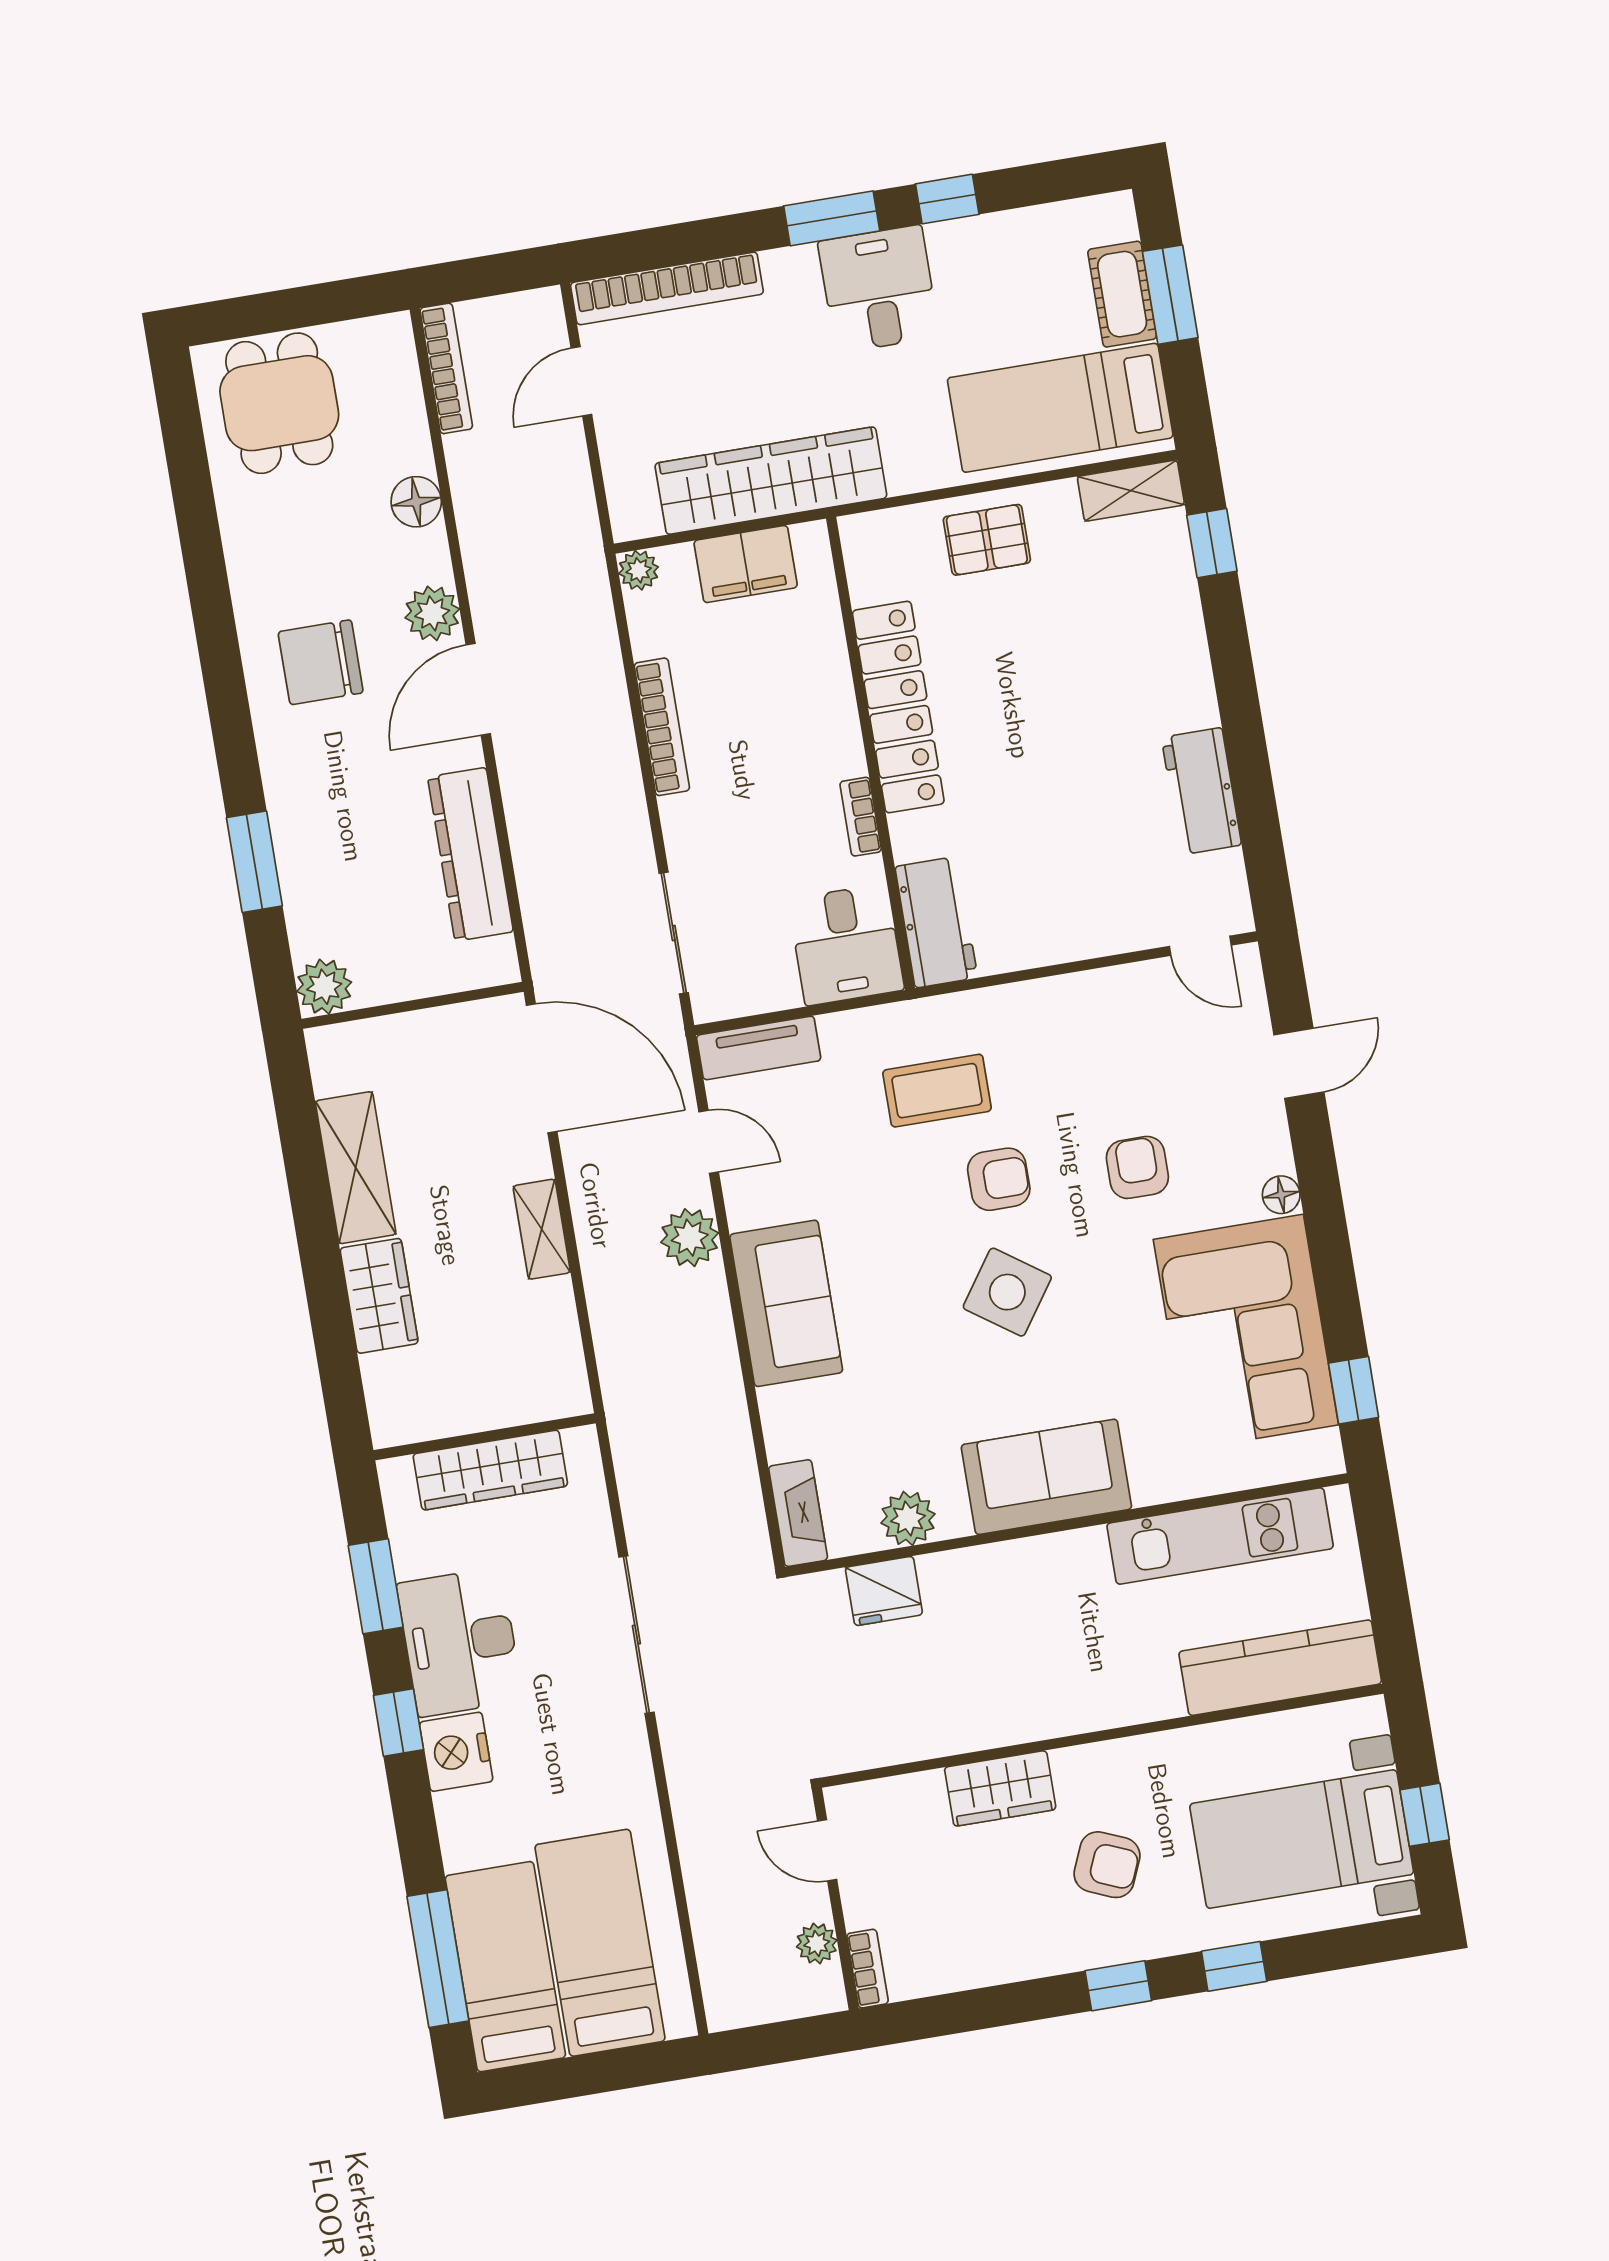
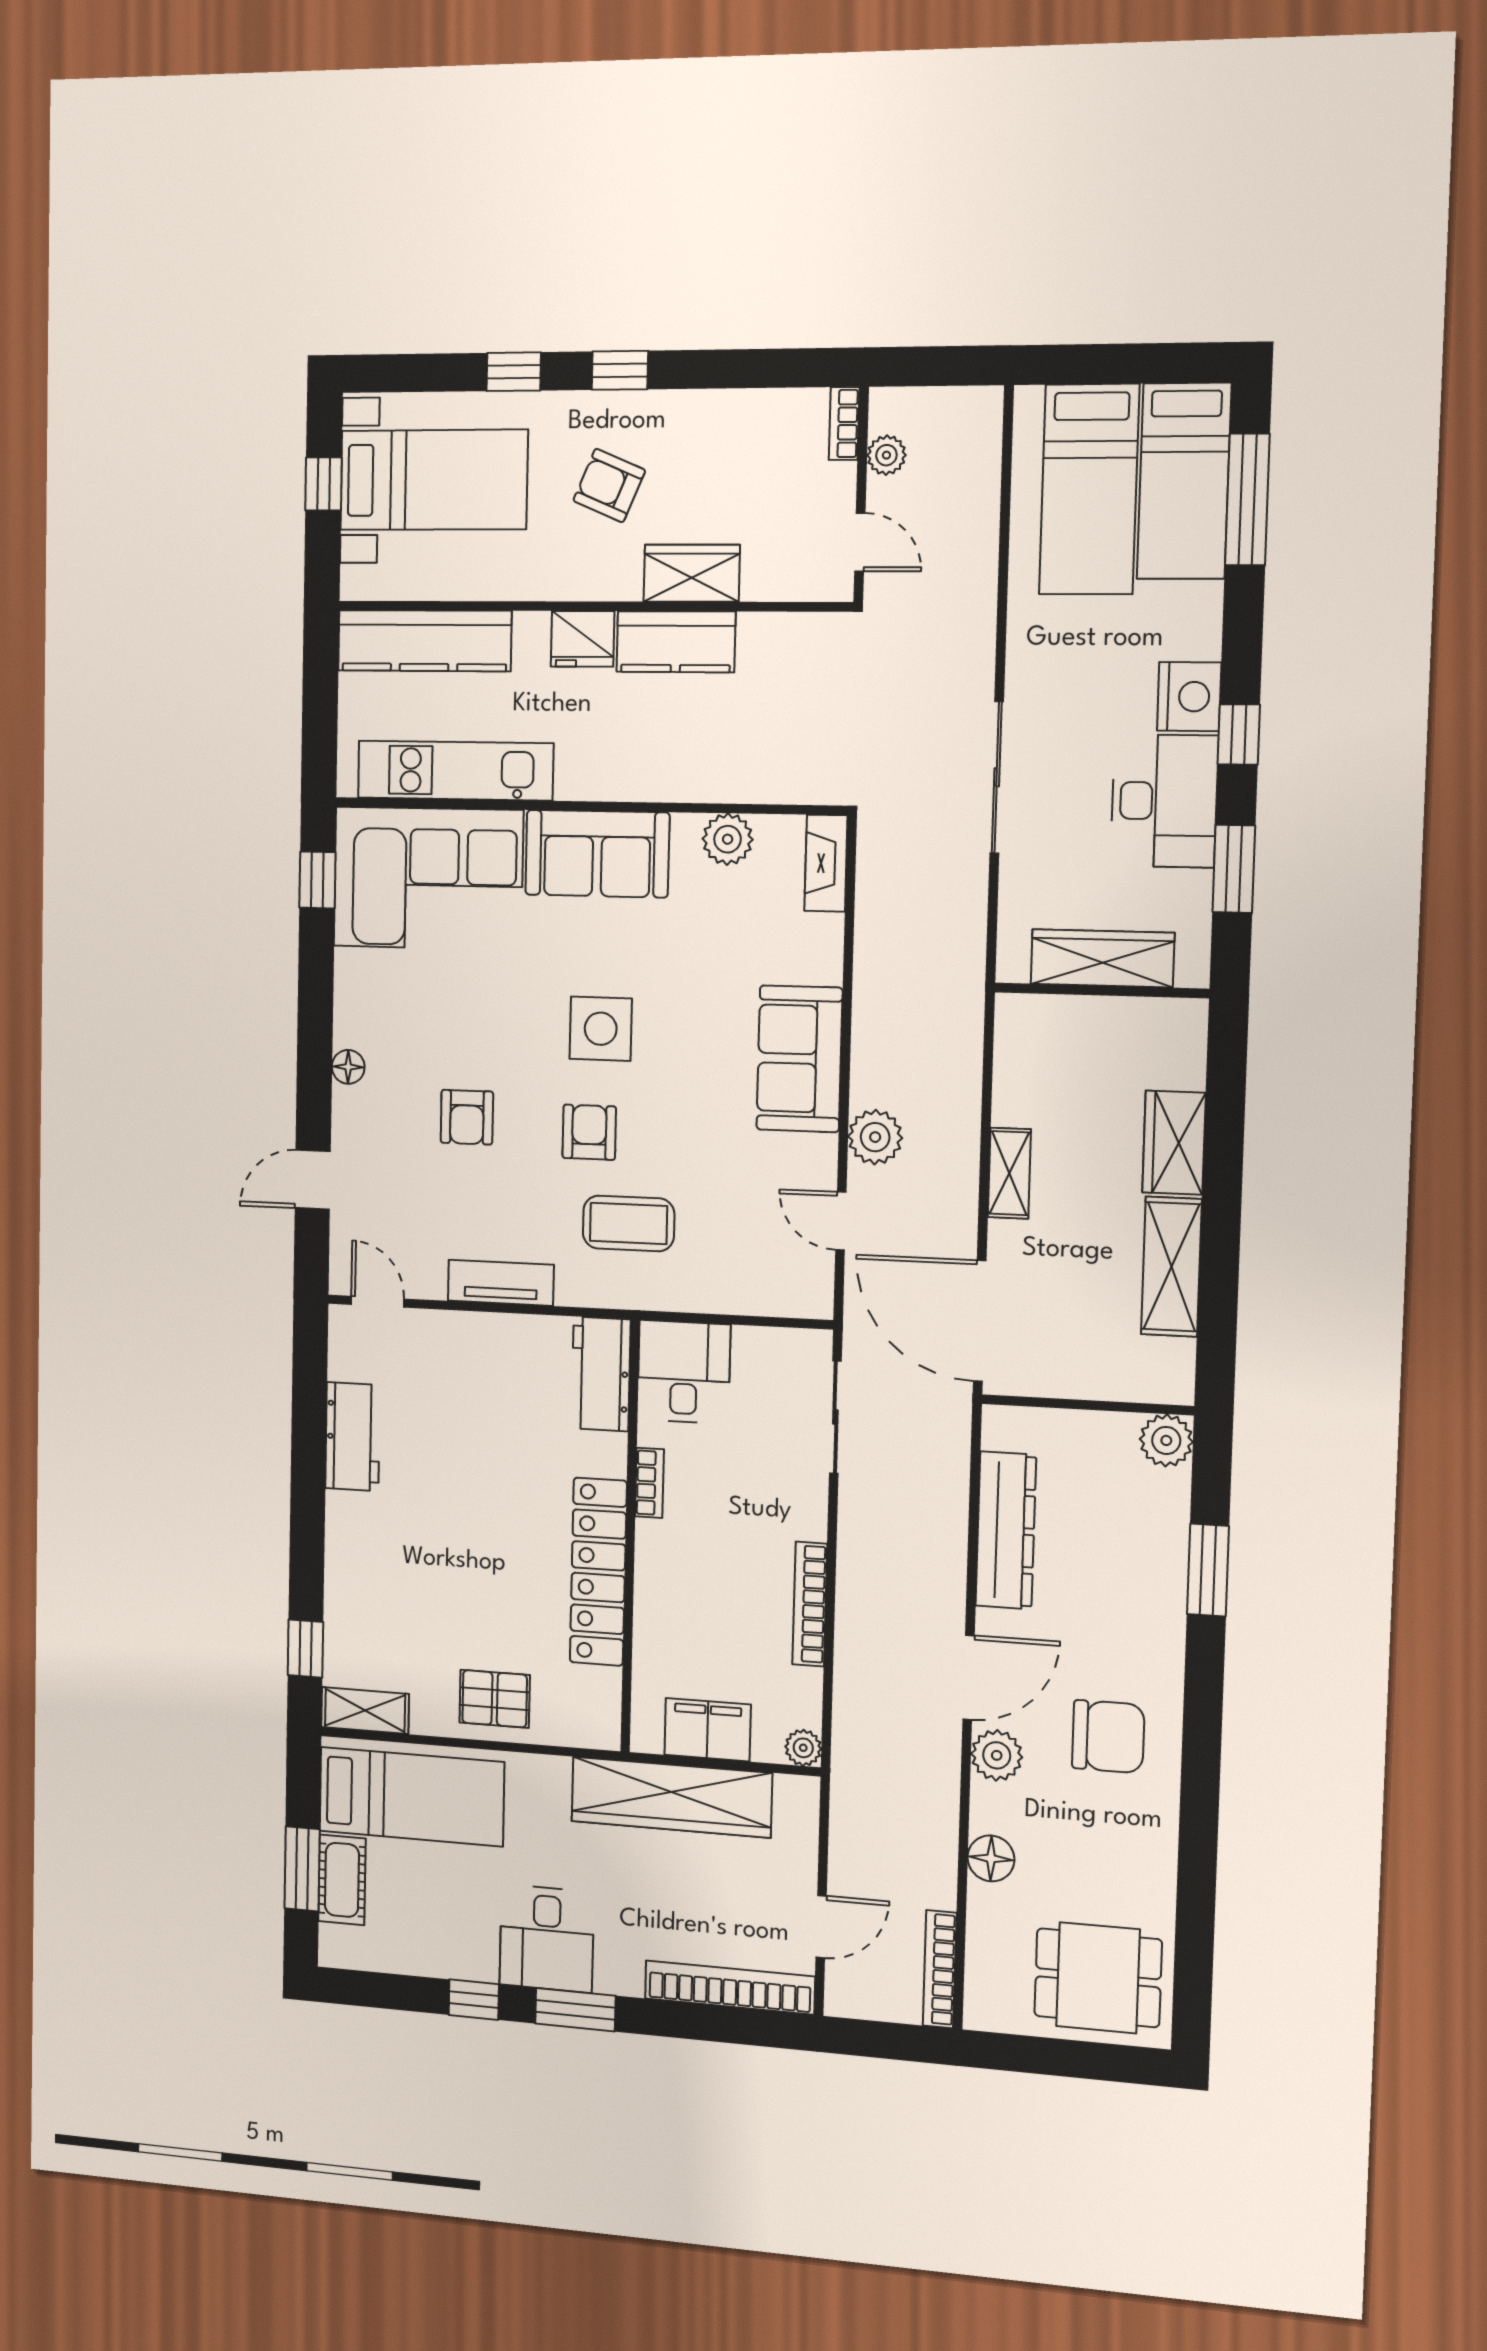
dining table: (279, 403) -> (1098, 1978), turned 90
tv unit: (759, 1048) -> (501, 1283), moved
armchair: (999, 1179) -> (589, 1132), turned 90
side table: (1007, 1292) -> (601, 1029), turned -35
corner sofa: (1246, 1332) -> (428, 878), moved, turned 90
fridge: (884, 1591) -> (583, 639), moved, turned 180
kitchen counter: (1003, 1714) -> (676, 642), added

